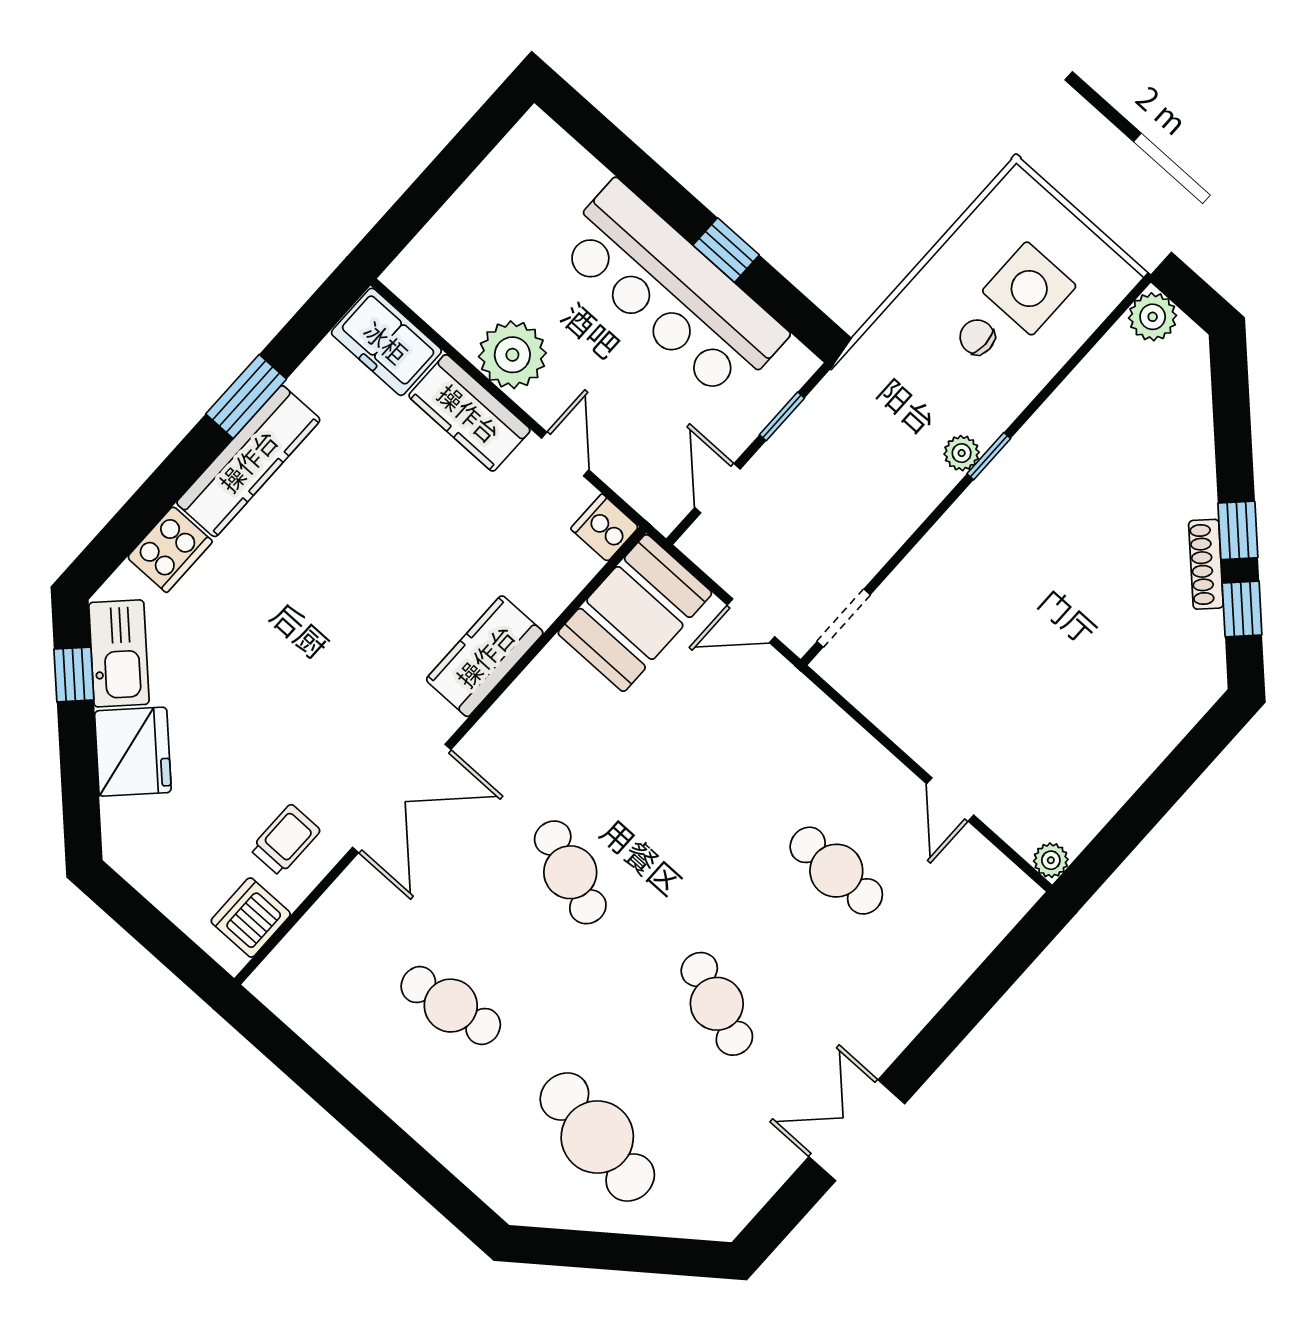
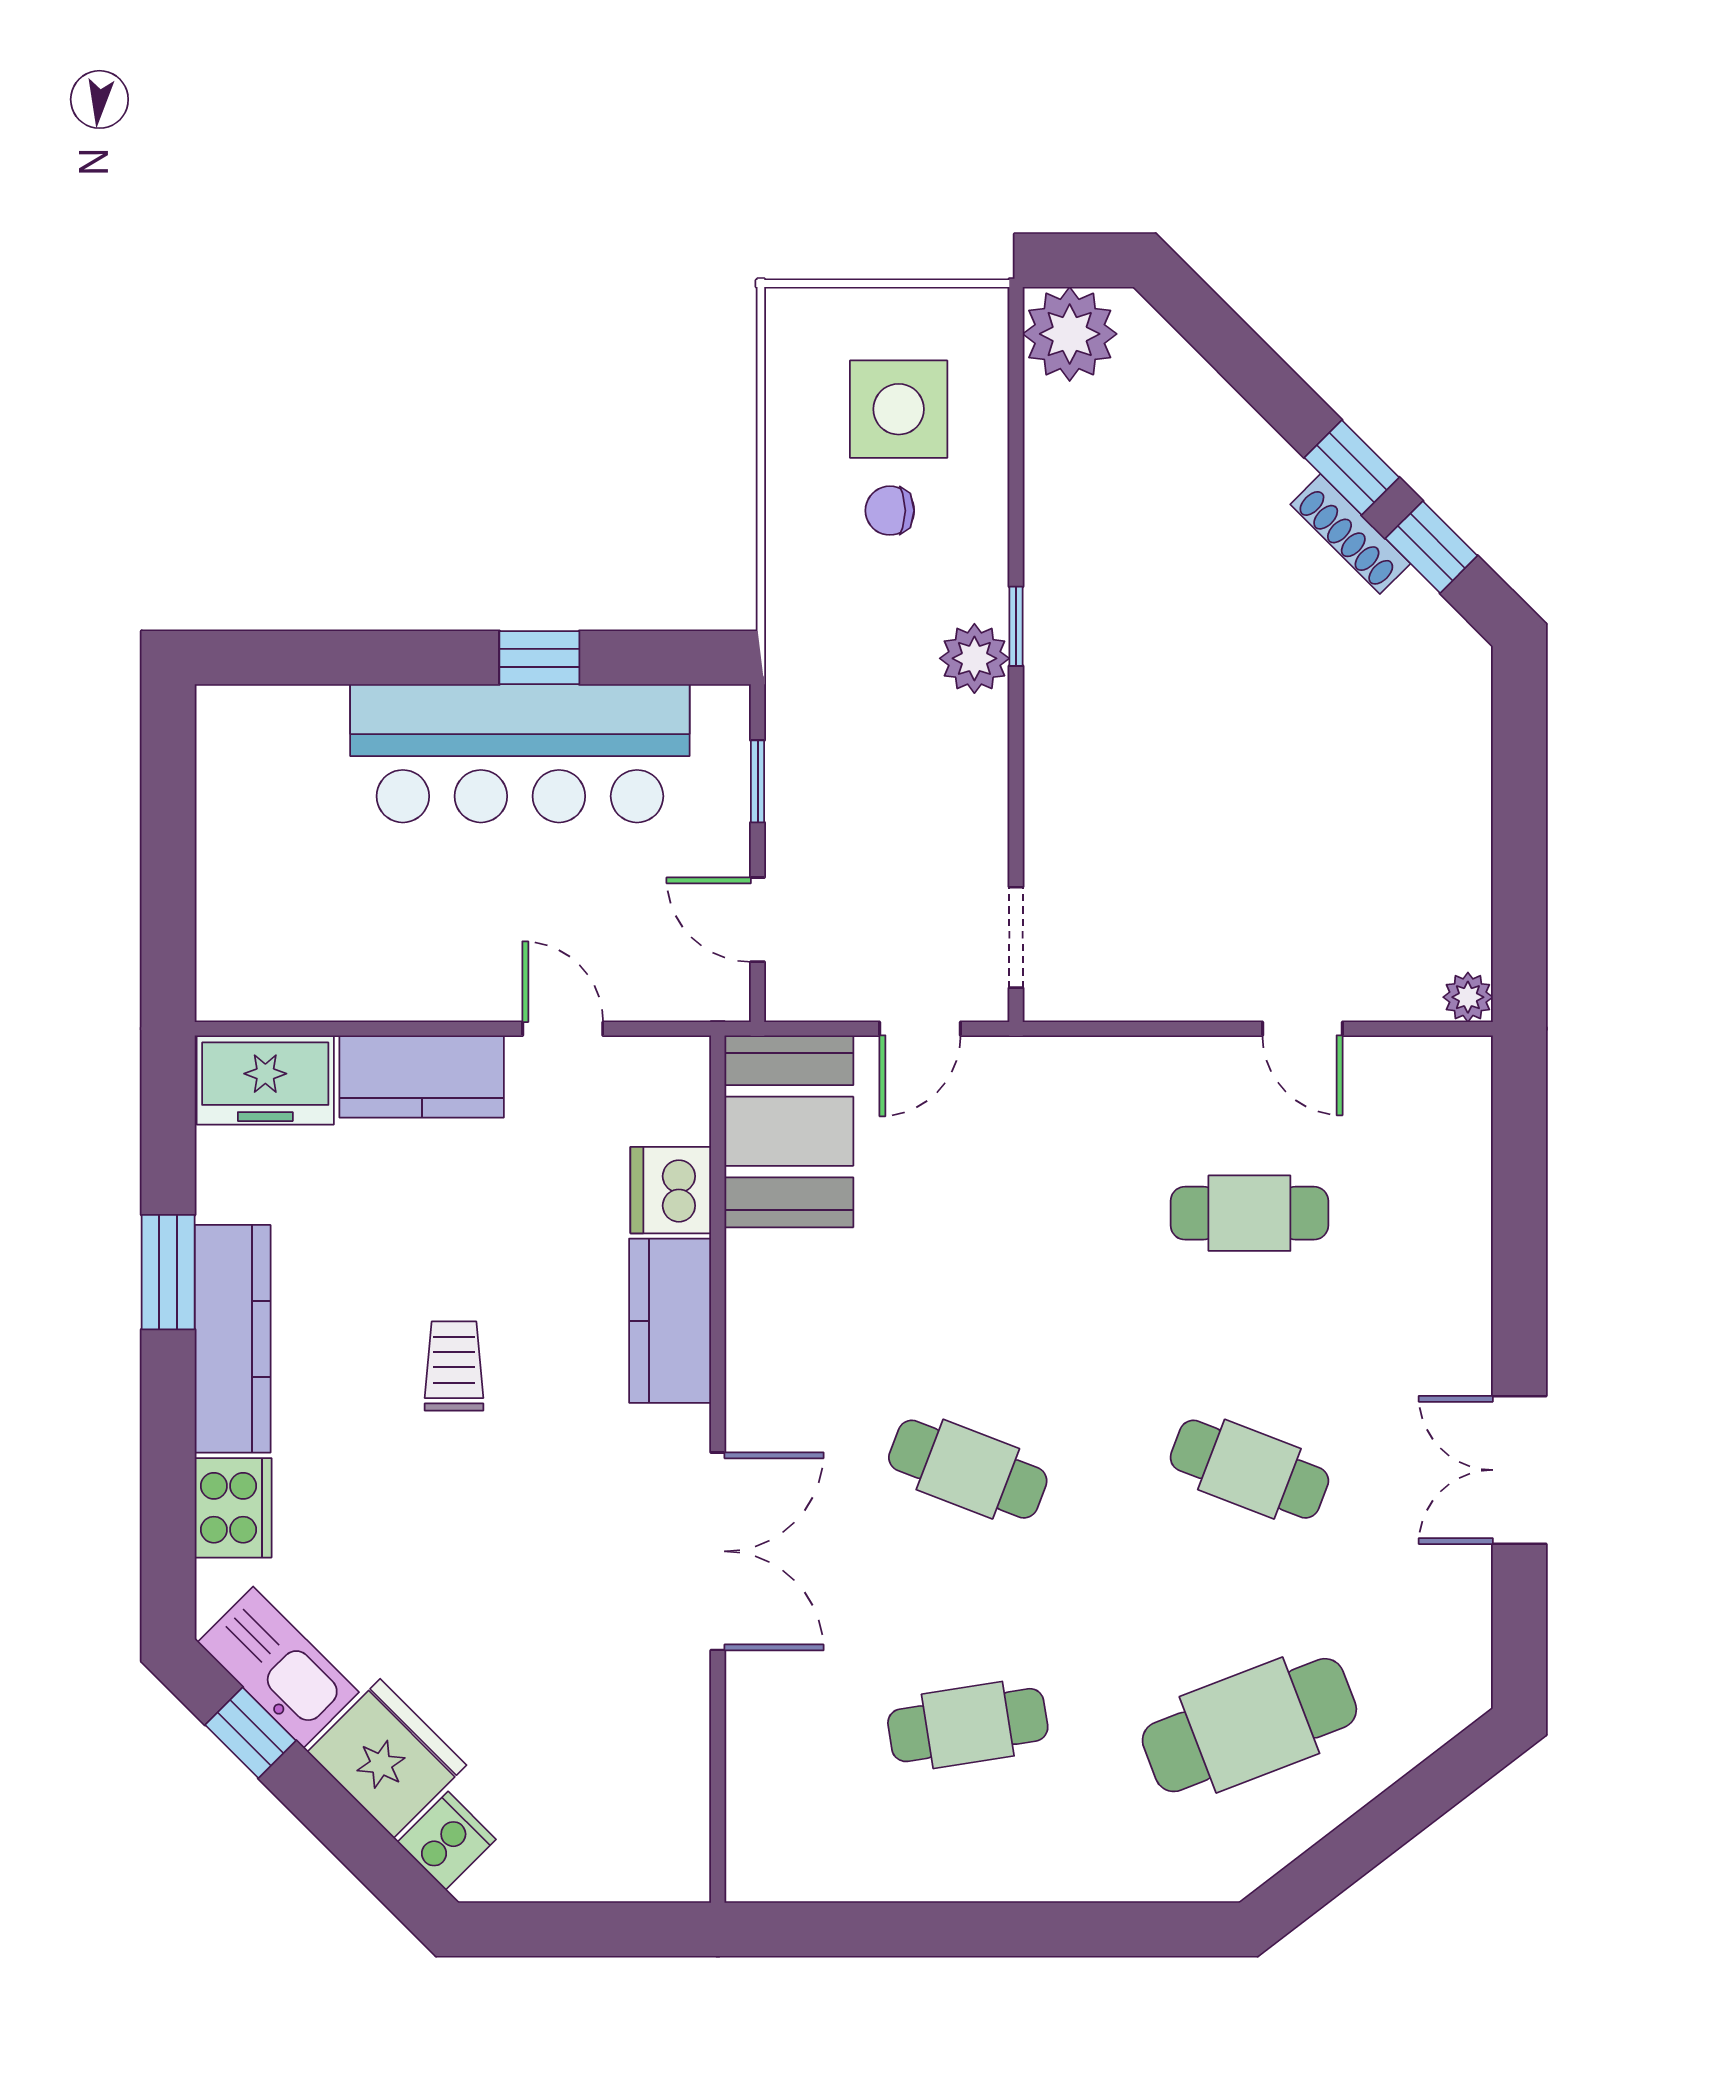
plant: (1153, 317) -> (1070, 334), width x1.36, depth x1.36
plant: (512, 355) -> (412, 973), removed
plant: (962, 453) -> (974, 658), width x1.38, depth x1.38
cooker: (605, 528) -> (447, 1841), moved, turned 135
trolley: (285, 840) -> (454, 1366), moved
dishwasher: (251, 918) -> (671, 1190), moved
cafe table: (597, 1137) -> (1249, 1725), turned -30

